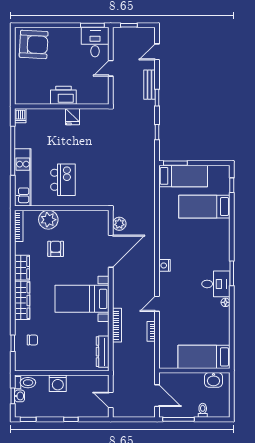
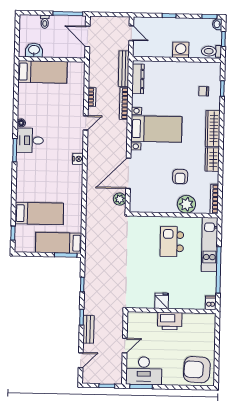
desk: (95, 42) -> (144, 371), width x1.37
bench: (118, 362) -> (124, 69), added
washbasin: (20, 396) -> (217, 24), moved

